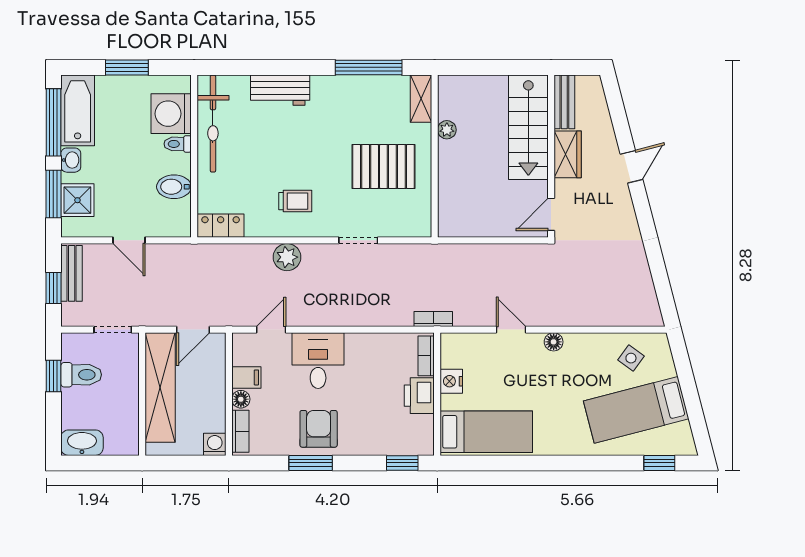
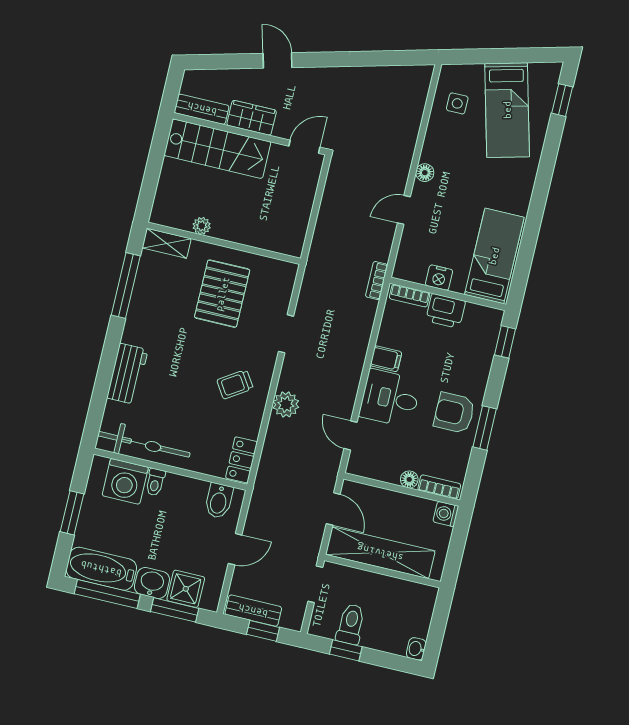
washbasin: (71, 160) -> (152, 583), width x1.38, depth x1.45
bidet: (174, 187) -> (219, 501), moved
trolley: (295, 201) -> (235, 384), turned -123
door: (551, 214) -> (304, 147), swing flipped
side table: (631, 358) -> (457, 103), turned -36
filing cabinet: (246, 377) -> (386, 359), moved, turned 90
washbasin: (82, 443) -> (416, 649), width x0.52, depth x0.69

